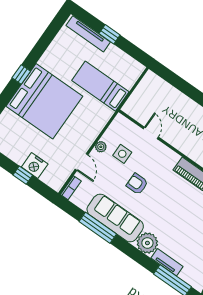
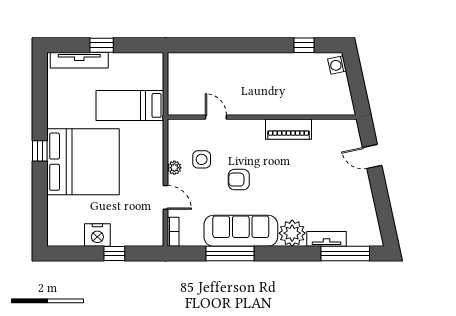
nightstand: (35, 166) -> (97, 235), moved

